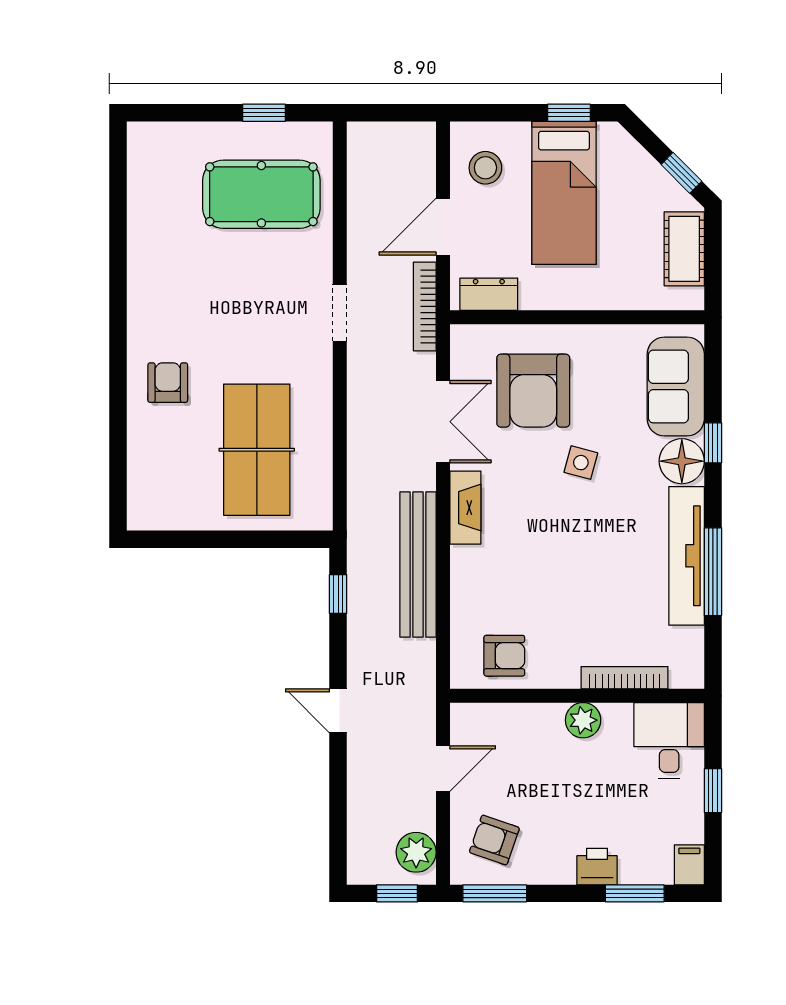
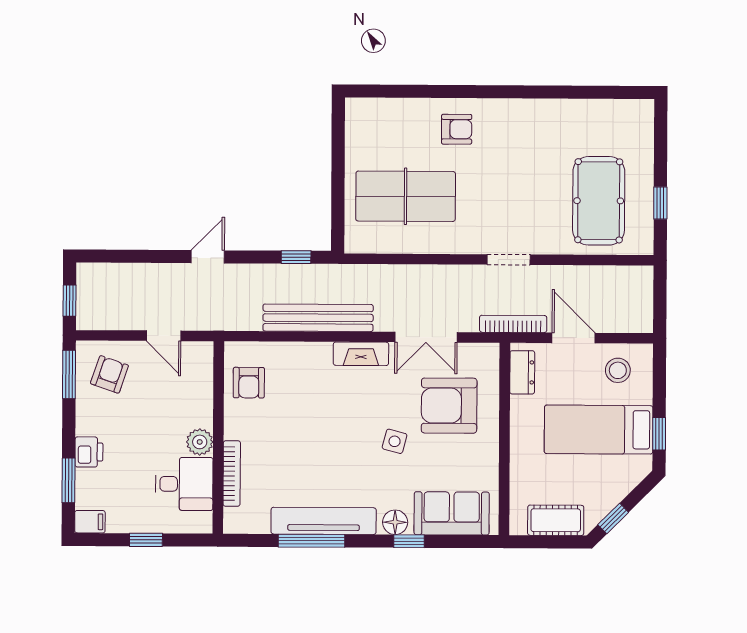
floor lamp: (682, 461) -> (395, 522), width x0.73, depth x0.73
desk: (669, 740) -> (184, 484), moved
plant: (416, 852) -> (100, 315), removed

